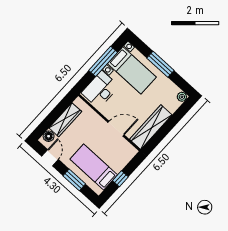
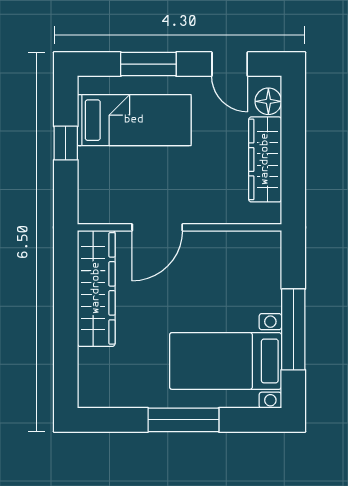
desk: (100, 90) -> (251, 273), removed
plant: (182, 97) -> (90, 396), removed

